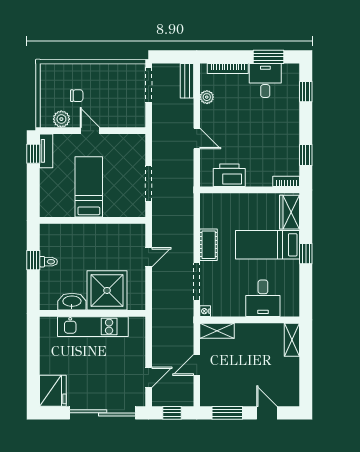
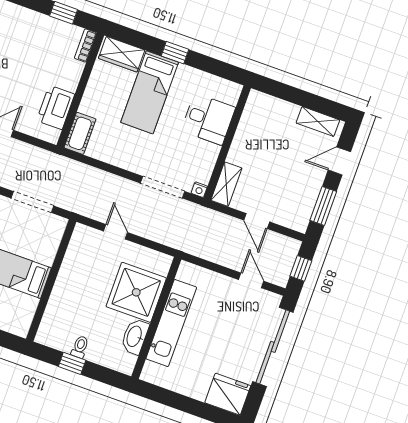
cot: (209, 245) -> (80, 133), moved, turned 90
shelving: (292, 340) -> (318, 121), moved

